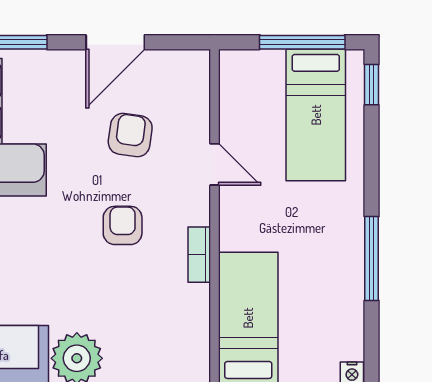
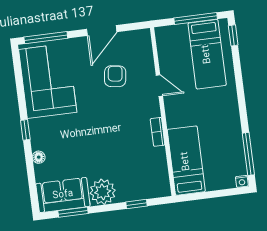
armchair: (123, 225) -> (117, 122), removed
window: (372, 259) -> (248, 154), moved

